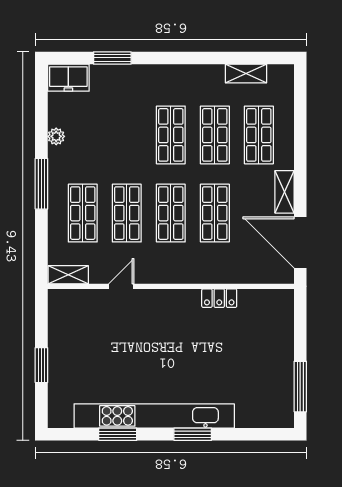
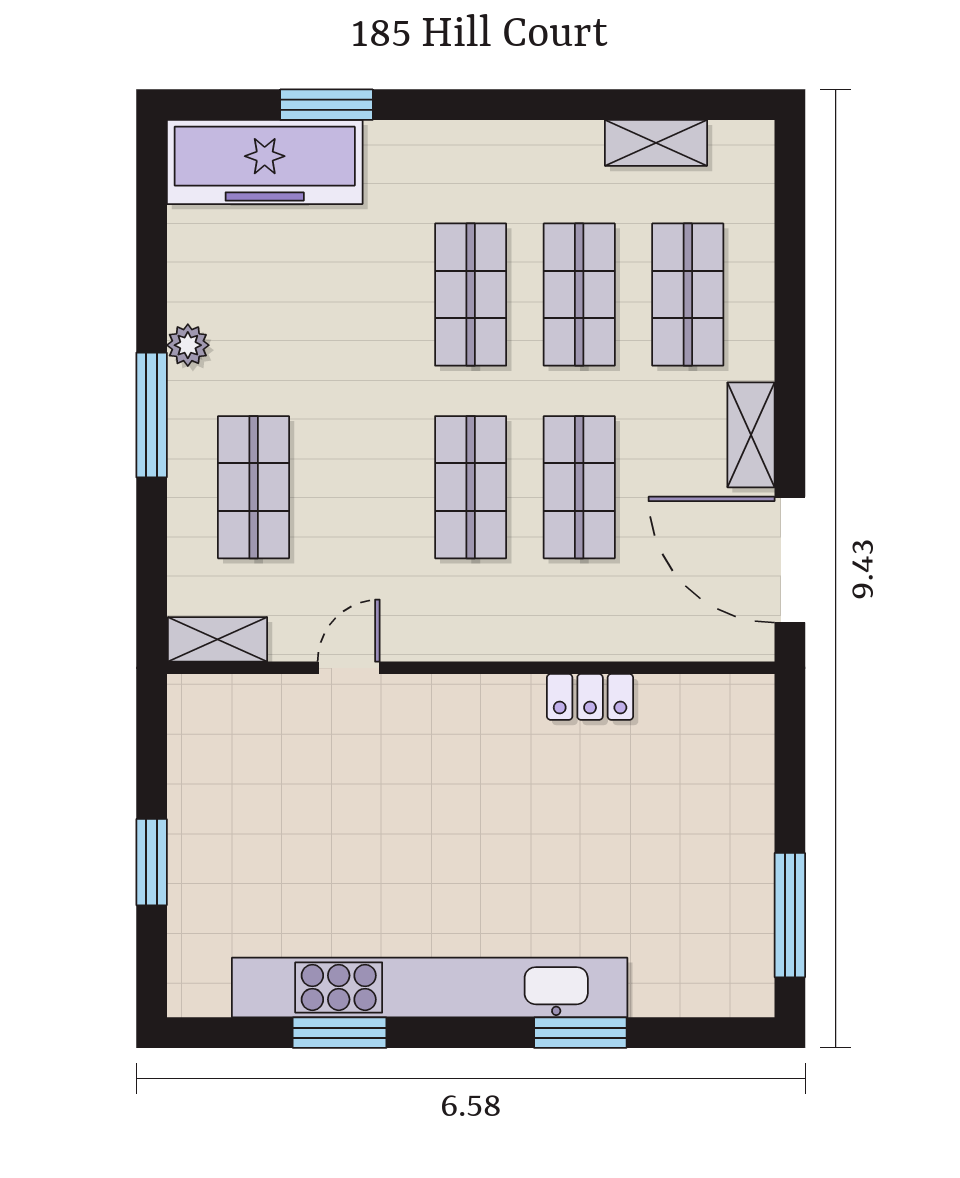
freezer: (68, 78) -> (265, 162), width x1.91, depth x1.26
plant: (56, 136) -> (188, 345), moved
shop shelf: (127, 213) -> (362, 487), removed
window: (193, 434) -> (580, 1033), moved

